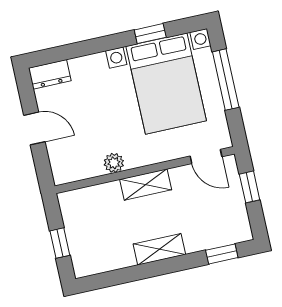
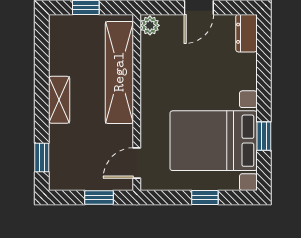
window: (226, 80) -> (205, 198), width x0.46
plant: (114, 163) -> (150, 25), moved
shelving: (146, 185) -> (119, 72), width x2.20, depth x1.33

